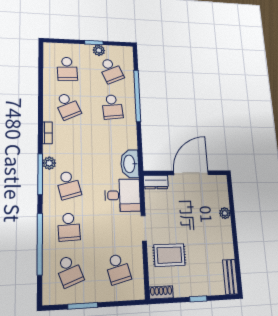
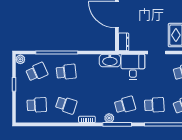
plant: (99, 50) -> (20, 59), moved
school desk: (68, 106) -> (66, 105), turned 42

